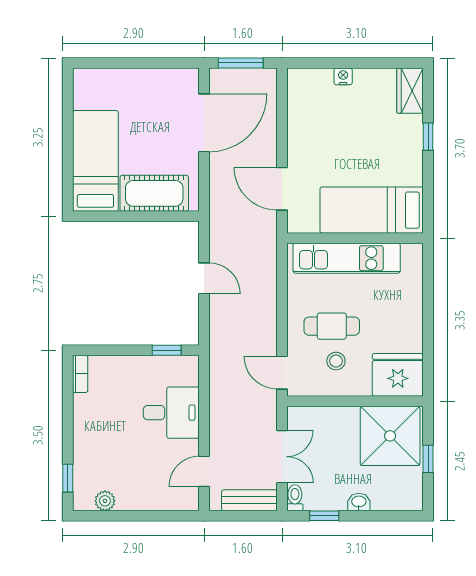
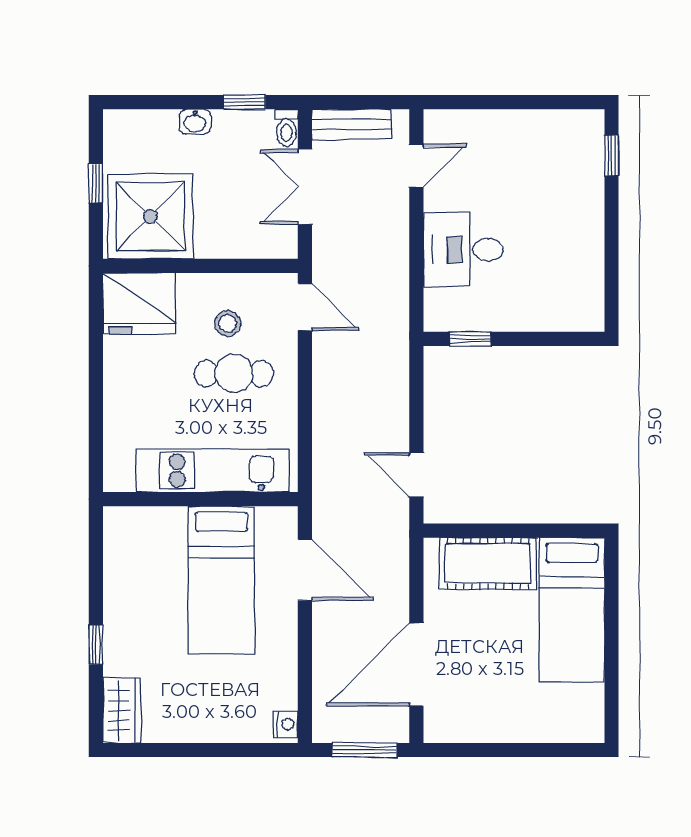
nightstand: (343, 76) -> (286, 724), moved, turned -90
bed: (372, 210) -> (221, 580), moved, turned 90
door: (204, 278) -> (416, 475), moved
bookcase: (80, 374) -> (594, 305), removed
plant: (105, 501) -> (558, 123), removed

